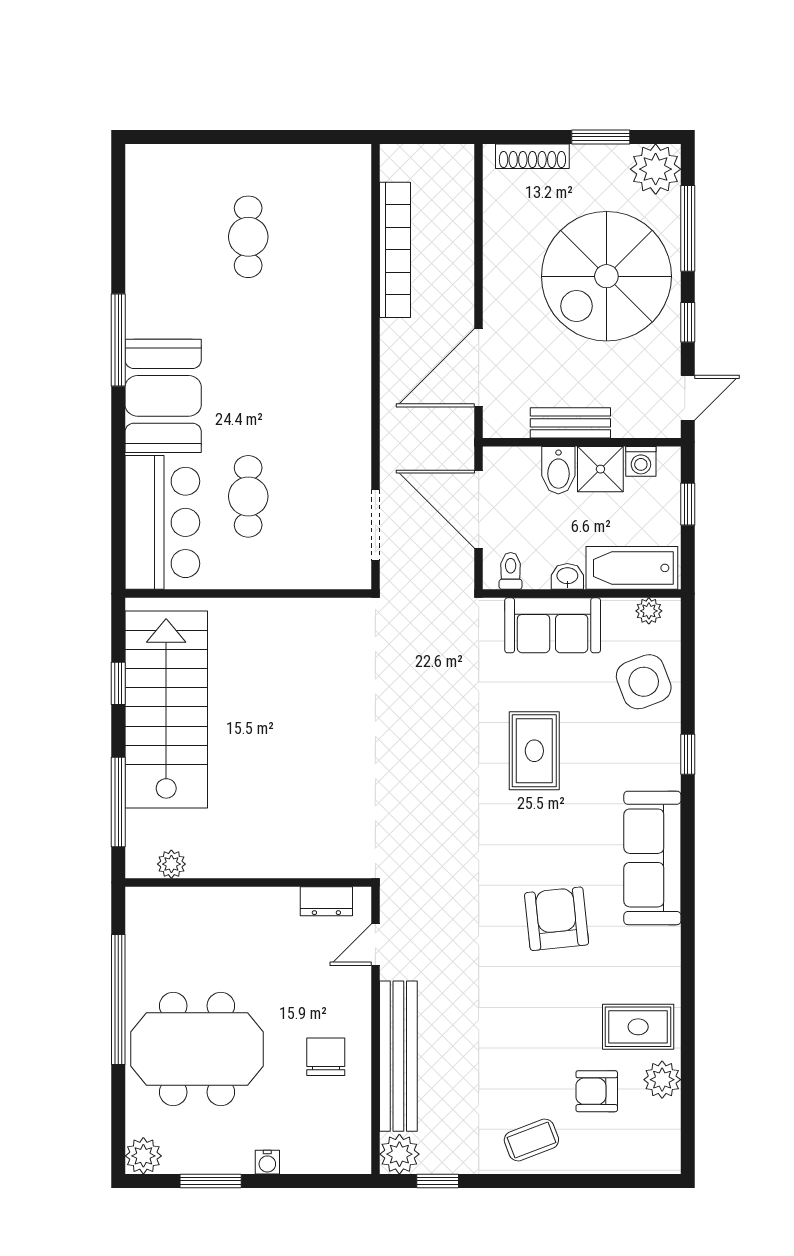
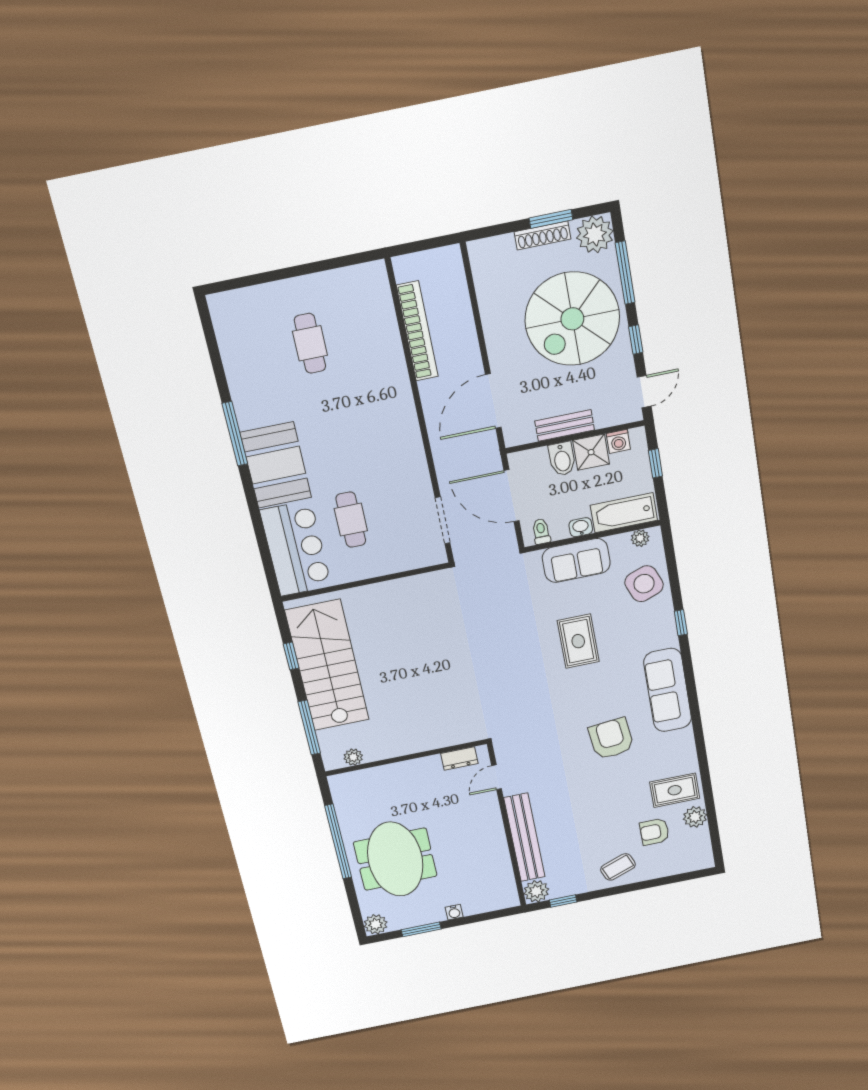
shoe rack: (532, 156) -> (542, 235), moved
meeting table: (197, 1049) -> (395, 859), turned 90
chair: (326, 1057) -> (478, 847), removed

